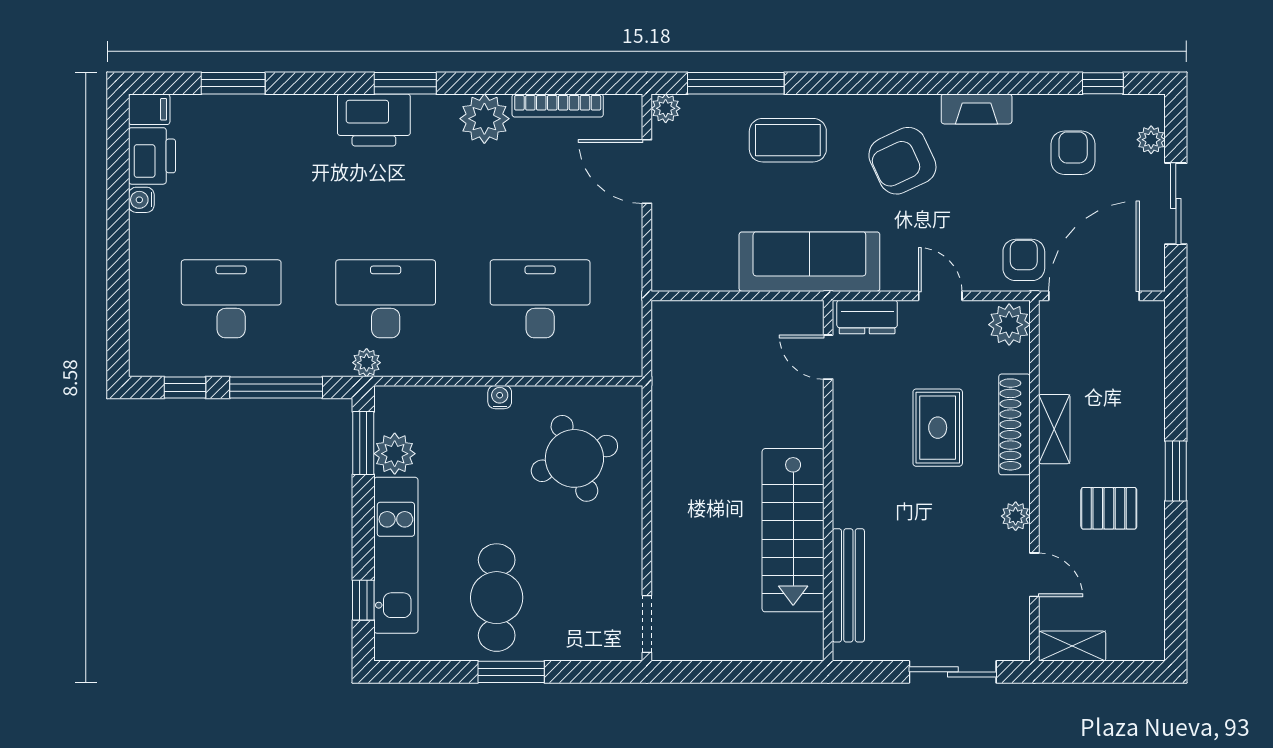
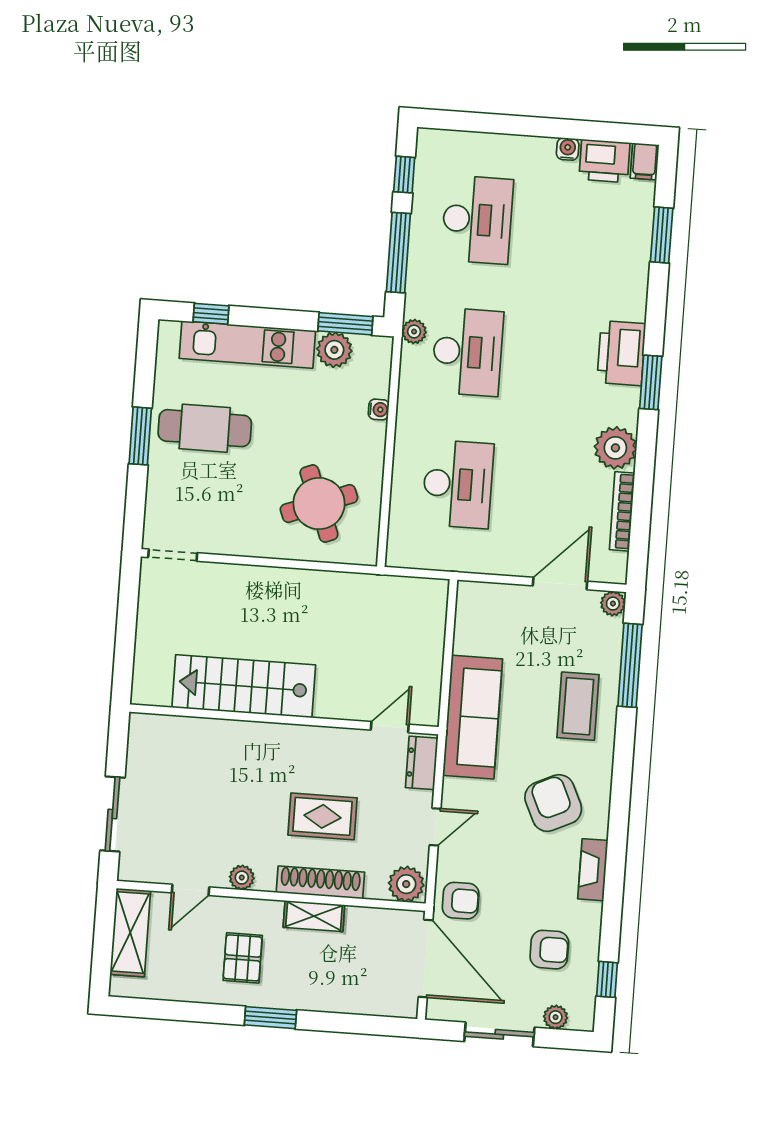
water cooler: (500, 397) -> (379, 410), moved
bench: (848, 585) -> (193, 730), removed
shelving: (1072, 646) -> (130, 932), width x1.50, depth x1.33

